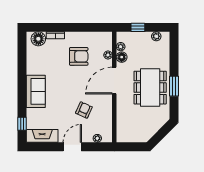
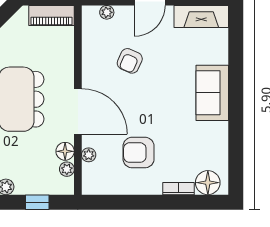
door: (114, 81) -> (78, 111), hinge flipped
window: (22, 124) -> (236, 37), removed
piano: (130, 136) -> (51, 16), added

